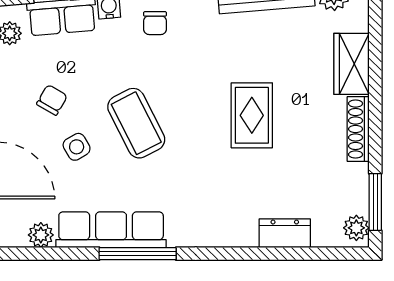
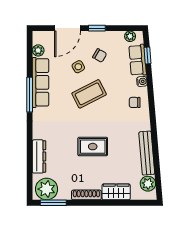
plant: (356, 228) -> (47, 189), width x1.87, depth x1.87
dresser: (285, 233) -> (39, 156), width x1.44

